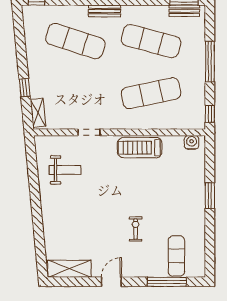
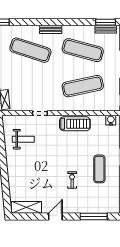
treadmill: (140, 148) -> (75, 124), turned 180
exercise mat: (176, 256) -> (99, 169), moved

